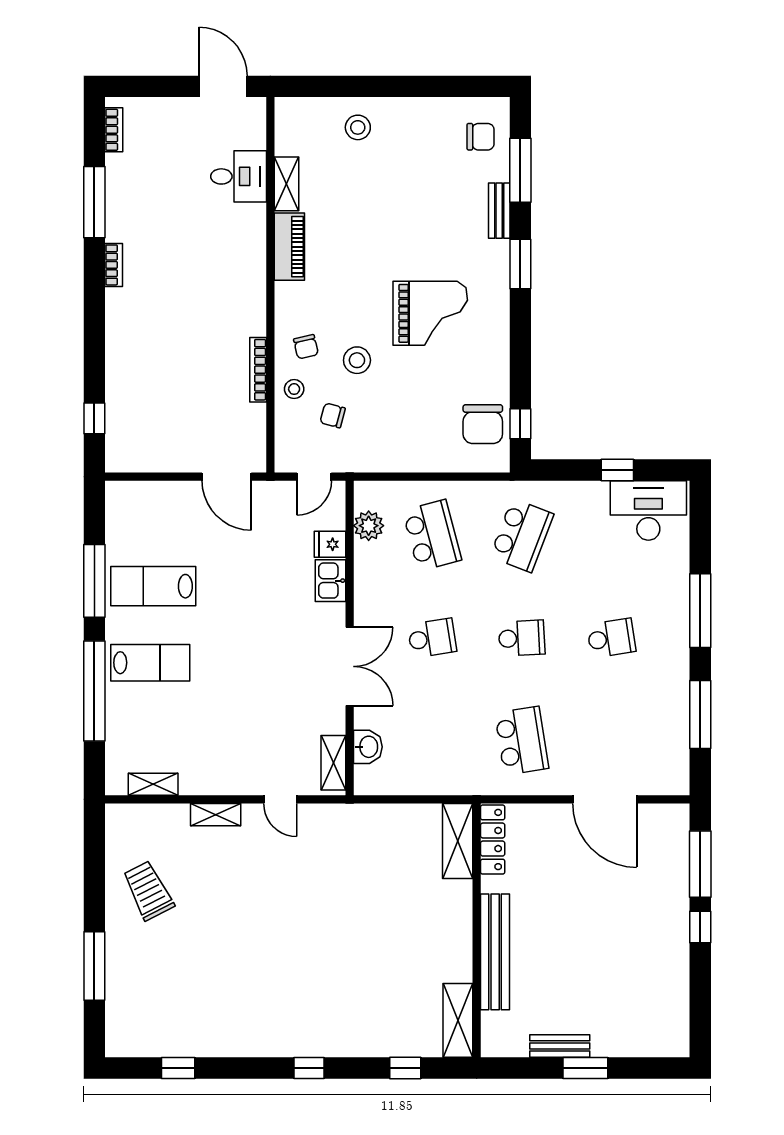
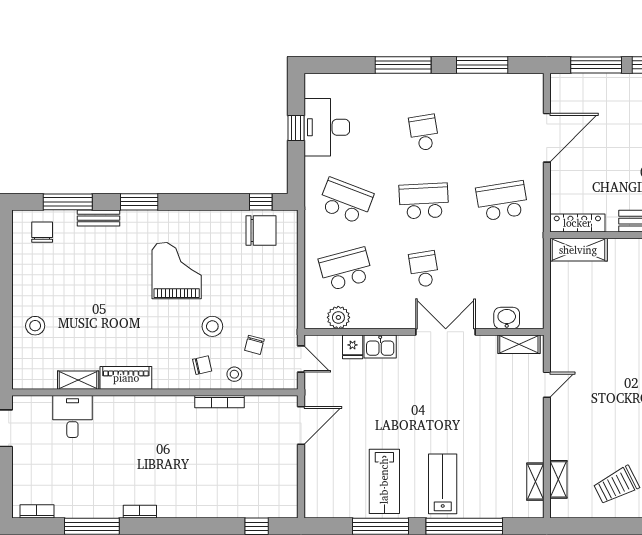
desk: (648, 510) -> (327, 127), moved
school desk: (522, 638) -> (424, 201), width x1.85
shelving: (216, 815) -> (558, 479), moved

